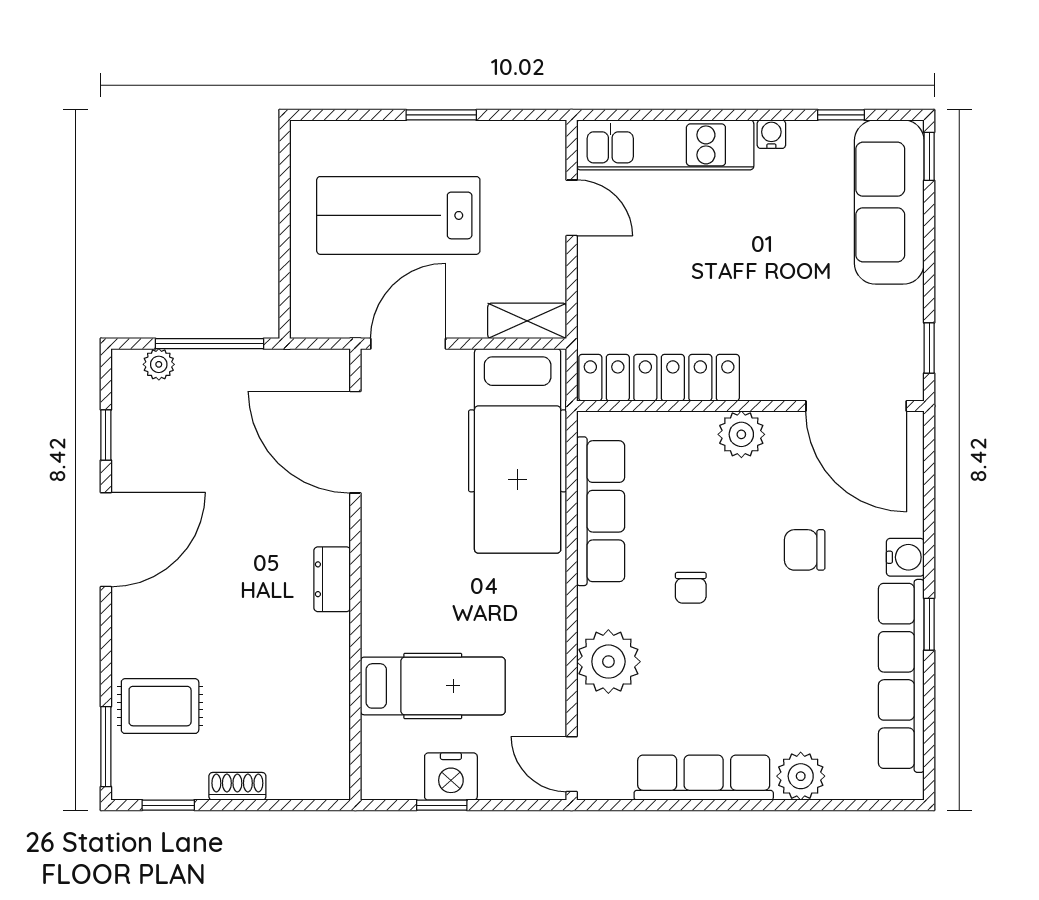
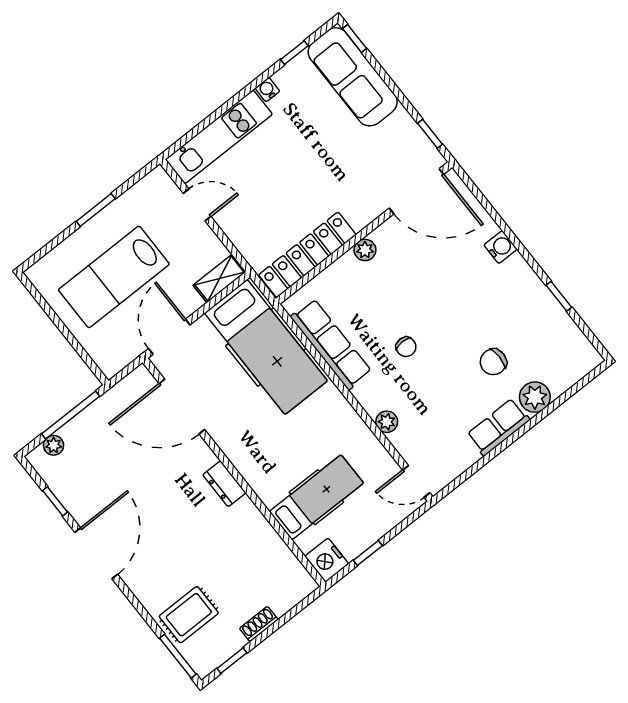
plant: (741, 434) -> (365, 250), width x0.73, depth x0.73
chair: (805, 550) -> (493, 362), moved
window: (929, 624) -> (559, 296), moved
plant: (608, 662) -> (387, 422), width x0.53, depth x0.53
row of seats: (901, 676) -> (545, 308), removed
nightstand: (451, 777) -> (327, 560), moved, turned 90
row of seats: (704, 778) -> (498, 427), width x0.68

